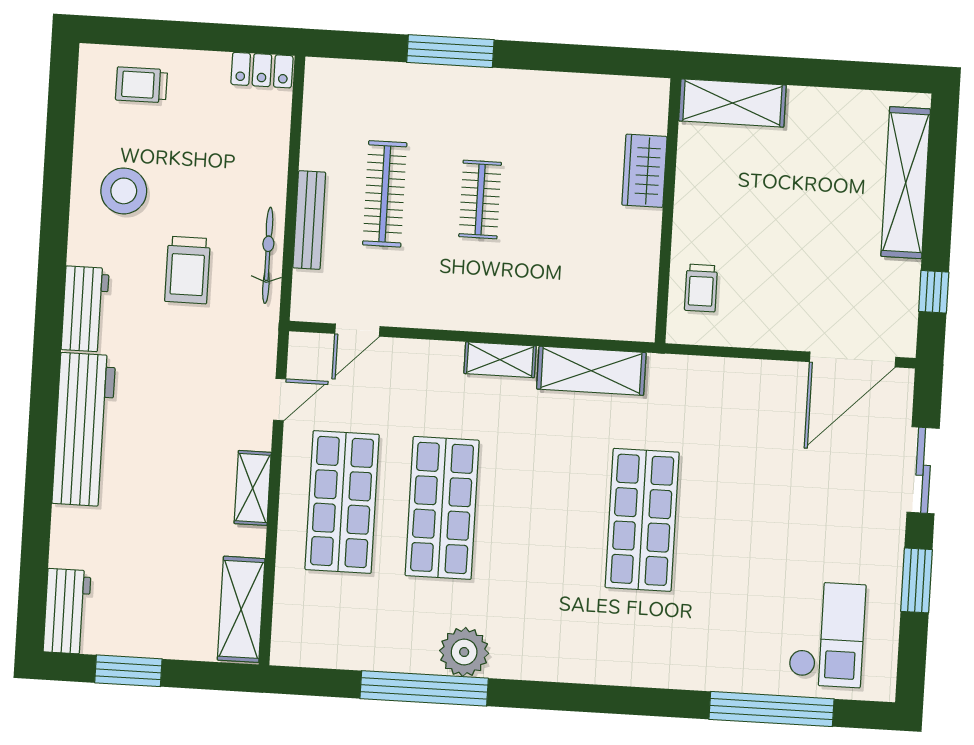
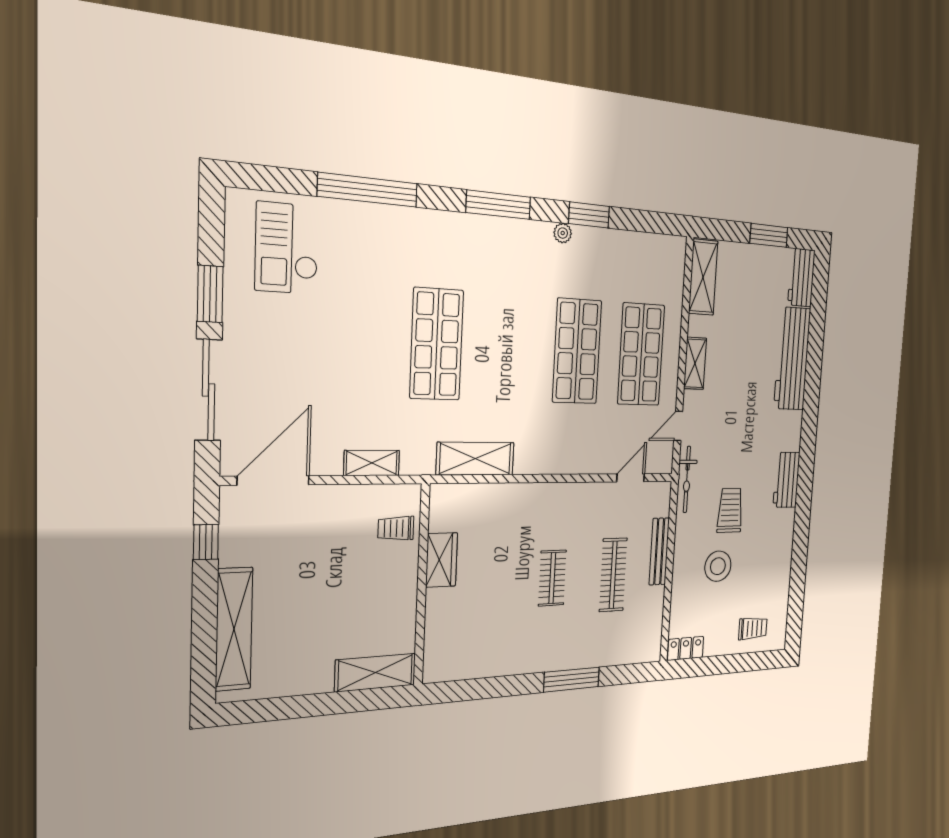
wardrobe: (644, 171) -> (442, 560), moved
stool: (124, 191) -> (718, 566), moved
bicycle: (268, 255) -> (687, 479), moved
trolley: (701, 288) -> (396, 528), turned -90
shelving: (500, 360) -> (372, 463), moved
workbench: (84, 430) -> (792, 359), moved
sliding door: (923, 470) -> (209, 390), width x1.37
plant: (464, 652) -> (563, 233), width x0.53, depth x0.53
window: (424, 688) -> (589, 215), width x0.47
window: (555, 696) -> (499, 205), added
window: (772, 709) -> (368, 190), moved

